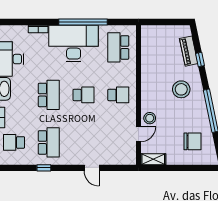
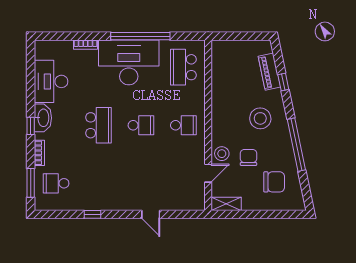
chair: (172, 121) -> (248, 157), added
school desk: (49, 142) -> (99, 183), removed

